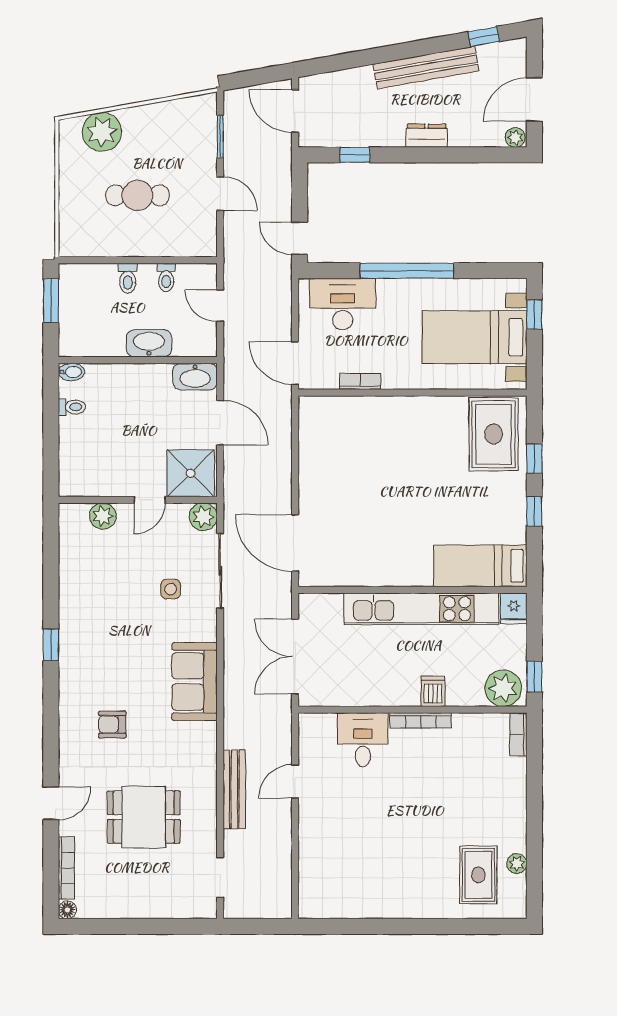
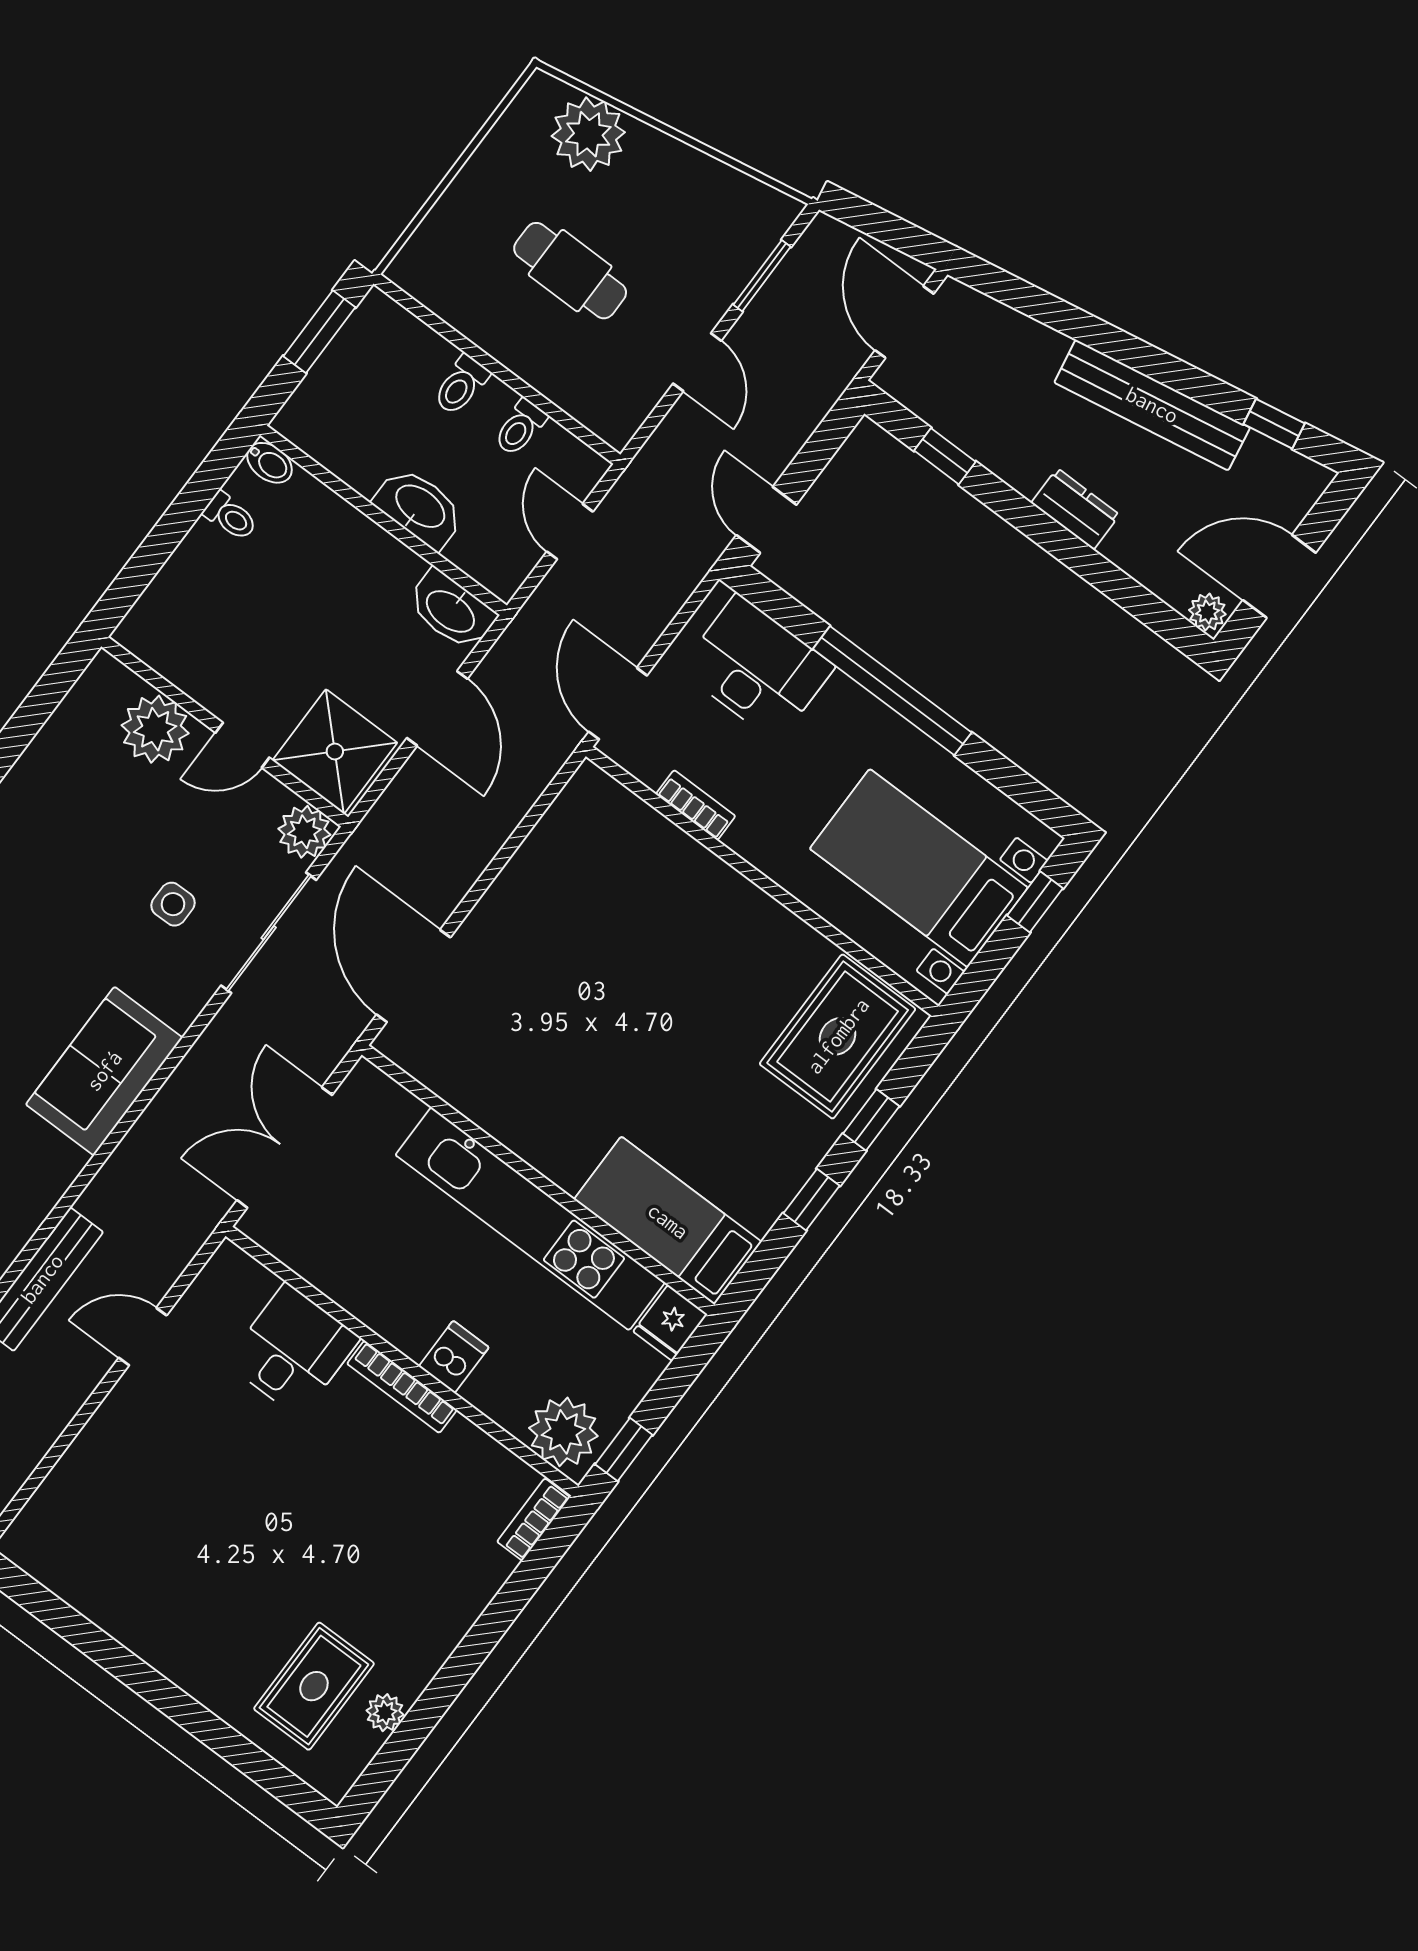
plant: (103, 516) -> (155, 729), width x1.36, depth x1.36

